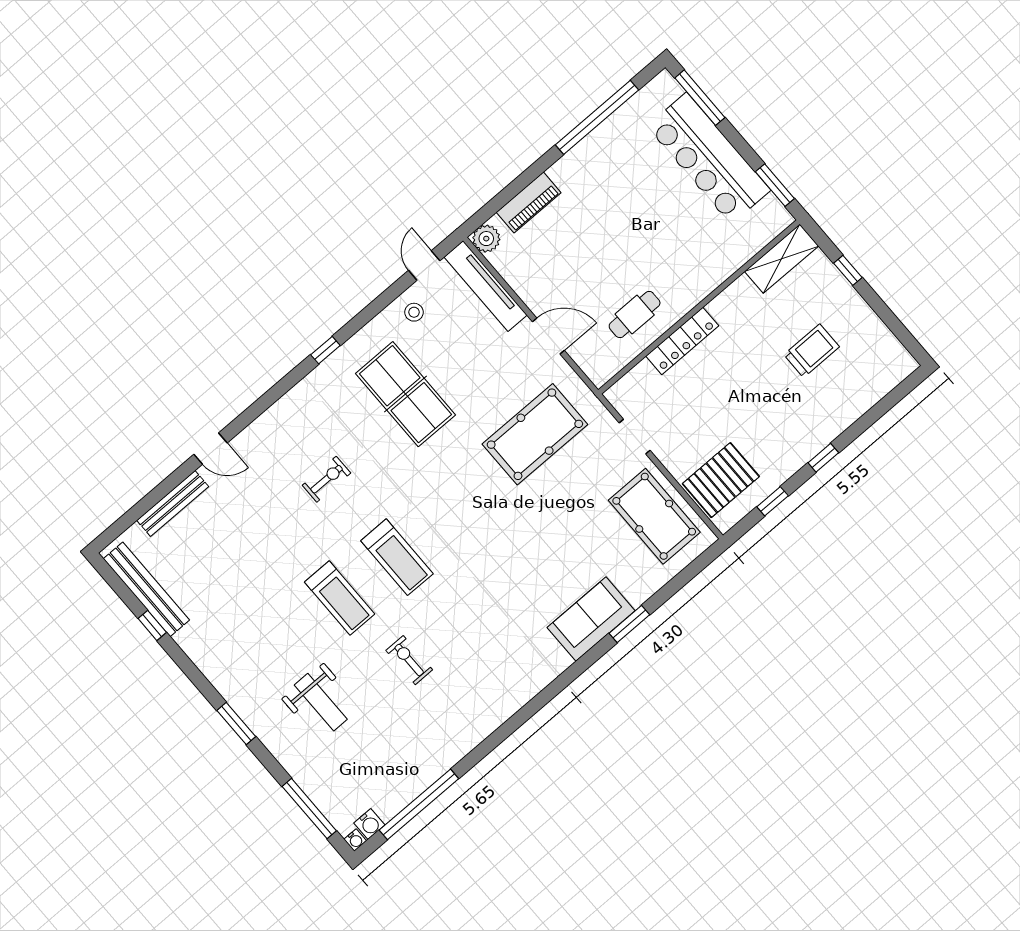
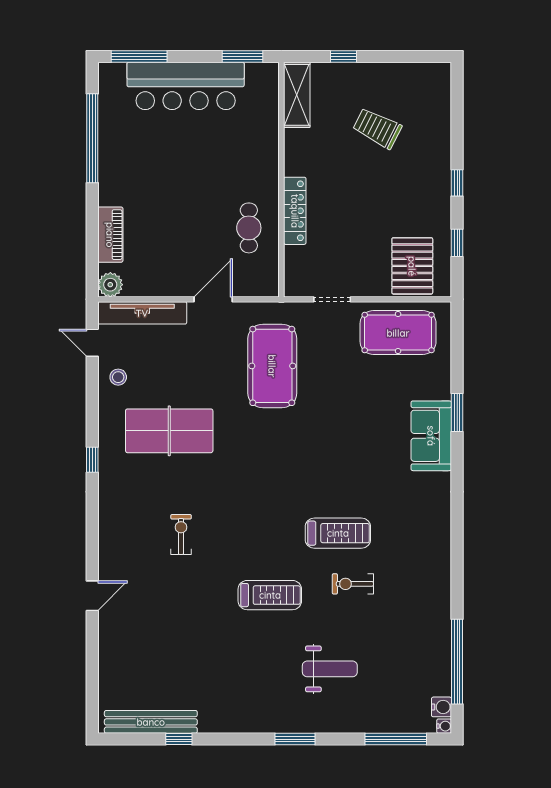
trolley: (812, 351) -> (377, 128), turned -63
bench: (173, 503) -> (108, 654), removed
treadmill: (397, 557) -> (338, 533), moved

